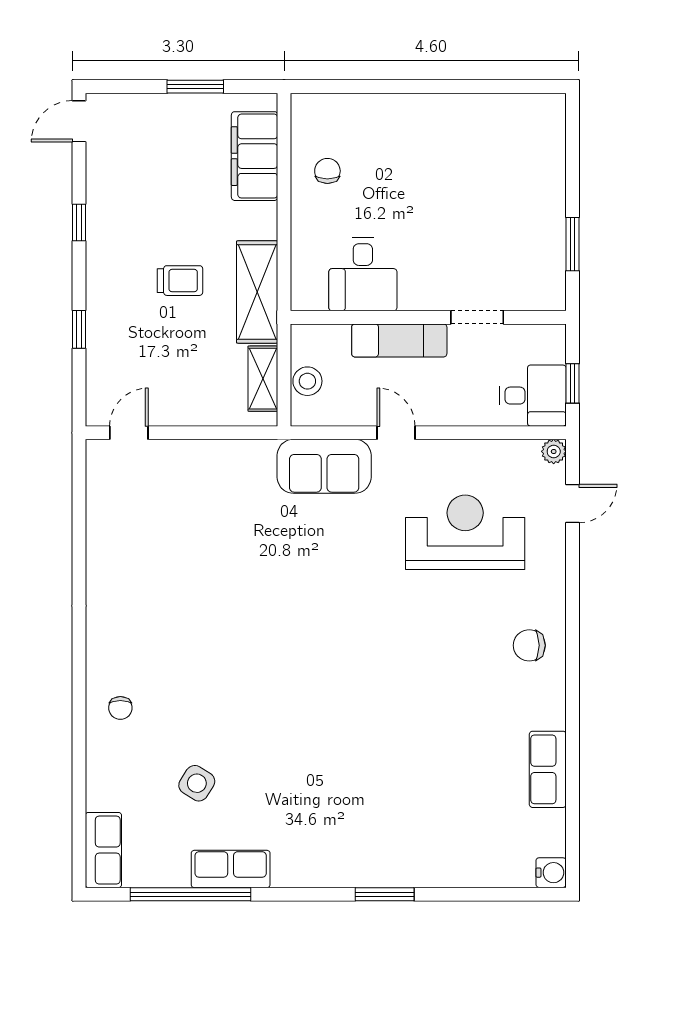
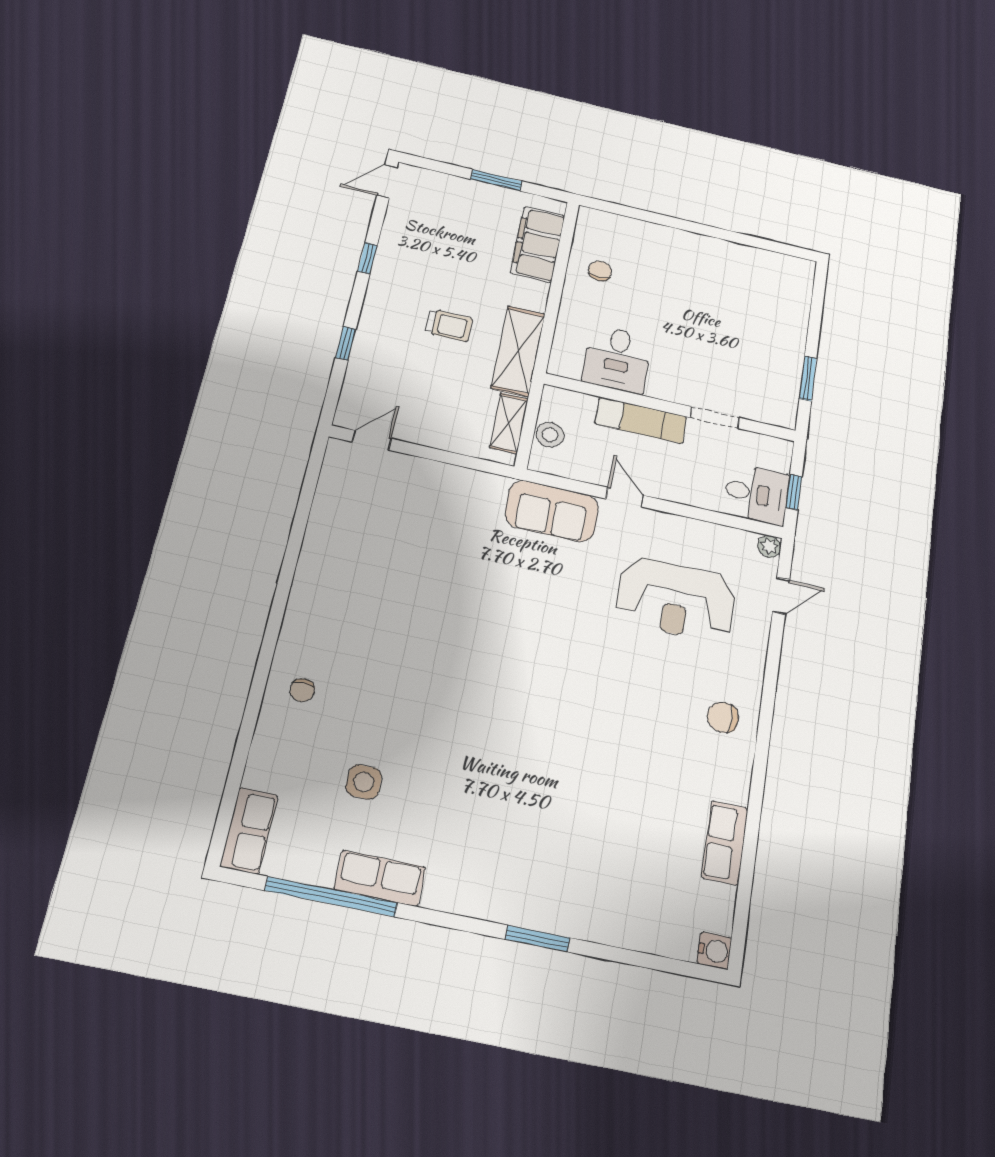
reception desk: (465, 532) -> (676, 599), turned 180
side table: (197, 783) -> (364, 782), turned -32

